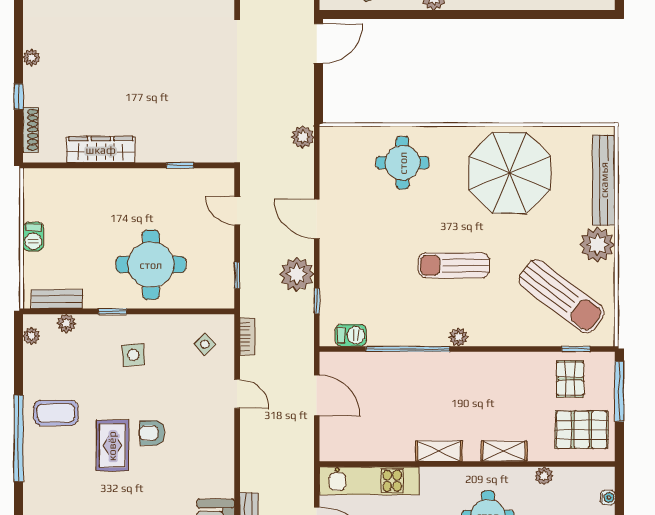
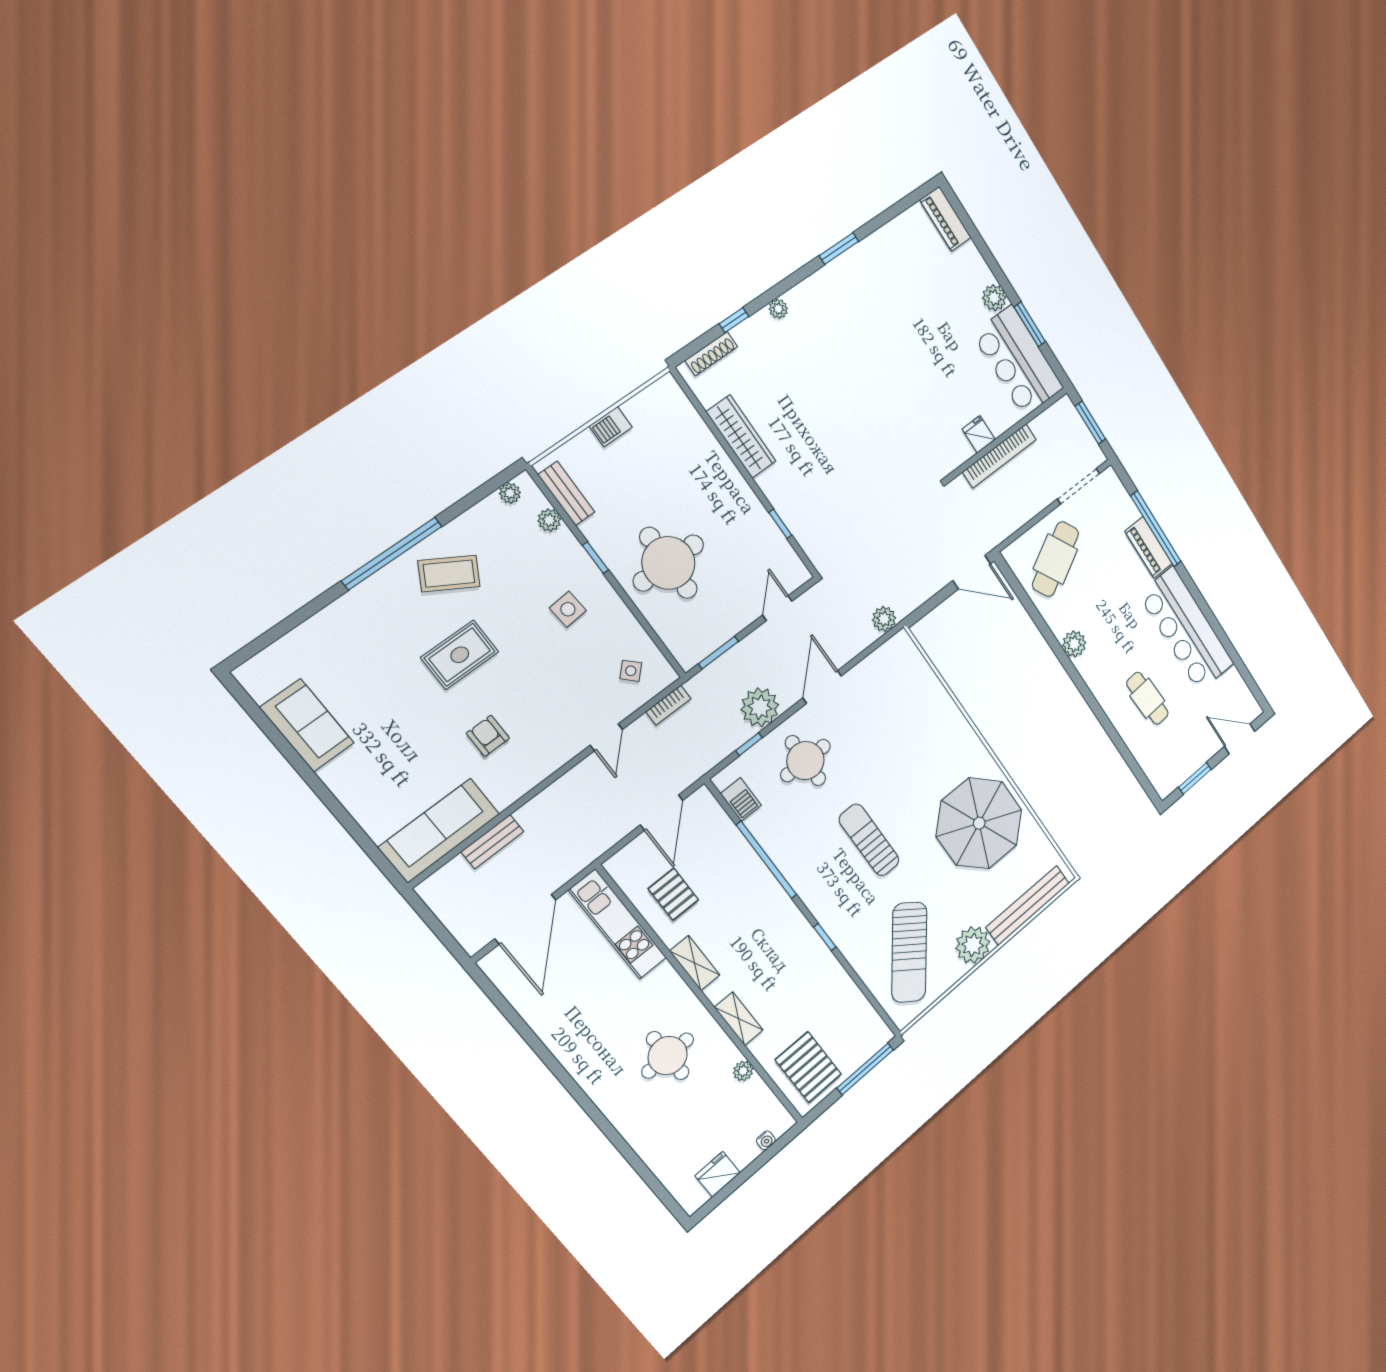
round table: (403, 163) -> (805, 761), moved
window: (237, 275) -> (718, 653), width x1.50
plant: (459, 337) -> (810, 895), removed
window: (576, 349) -> (825, 937), moved
pallet: (570, 379) -> (673, 894), moved, turned 90
coffee table: (56, 413) -> (449, 574), turned -60
armchair: (152, 433) -> (488, 736), moved

